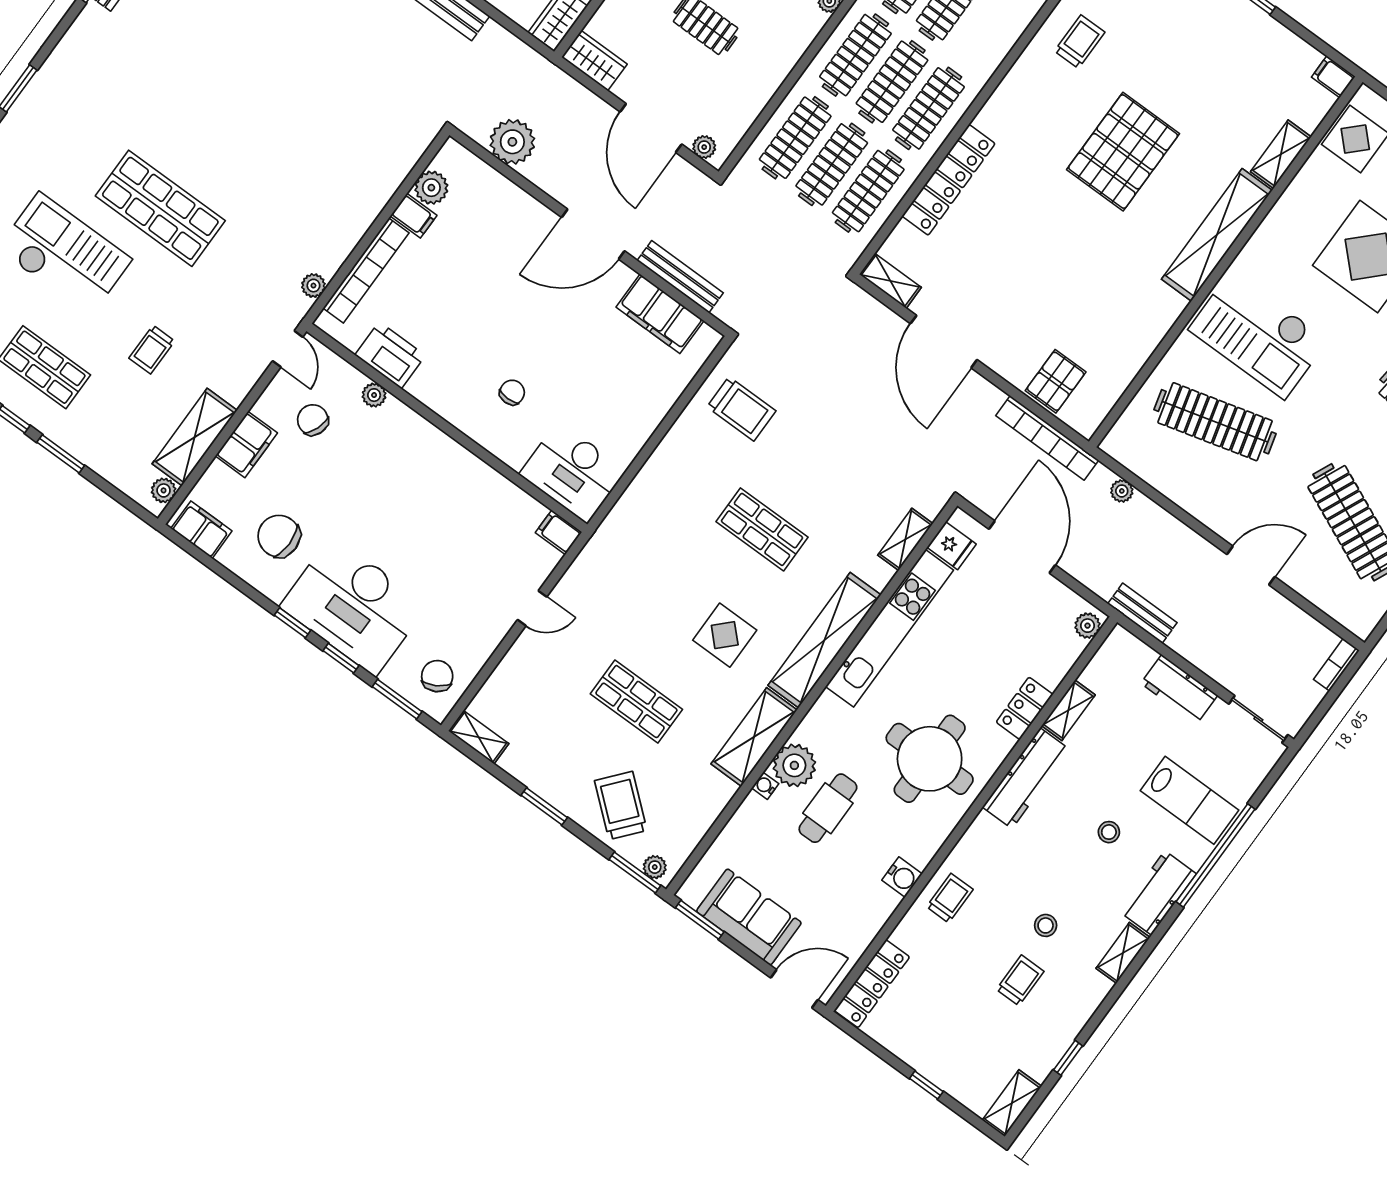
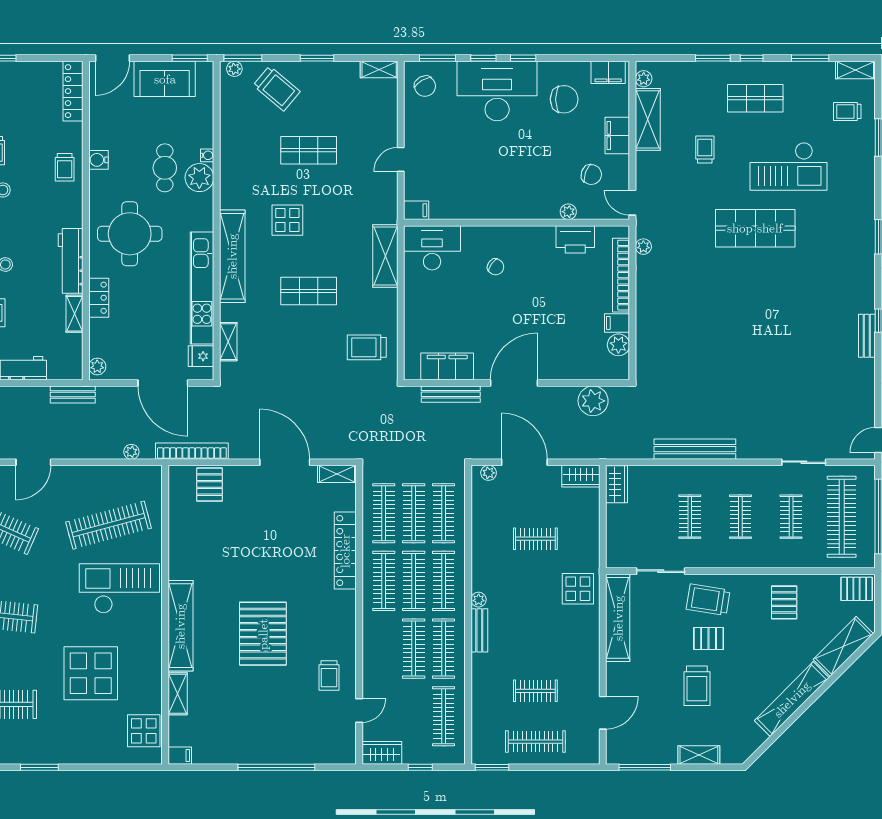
chair: (512, 392) -> (496, 267), turned -55
shelving: (754, 737) -> (385, 256), moved

